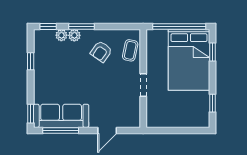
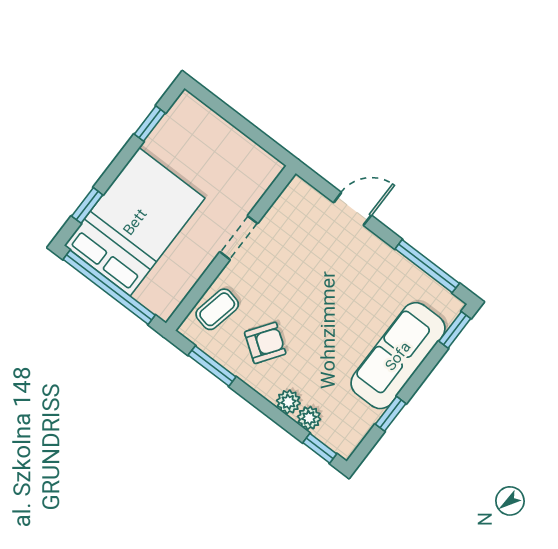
window: (81, 27) -> (212, 366), moved
sofa: (61, 116) -> (398, 356), moved, turned 90

